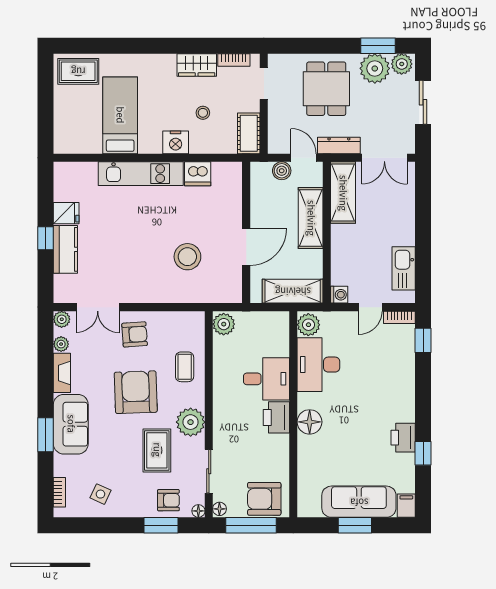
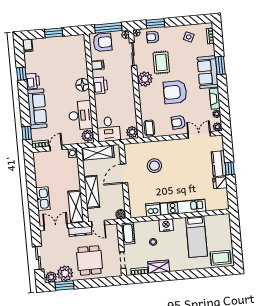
boiler: (282, 171) -> (121, 214), moved
kitchen sink: (404, 268) -> (43, 199), moved
coffee table: (185, 367) -> (149, 128), moved
desk: (266, 379) -> (108, 129), moved, turned -90
armchair: (136, 392) -> (175, 92), turned 92
filing cabinet: (278, 457) -> (97, 65), added
sofa: (359, 502) -> (37, 109), moved, turned -90

